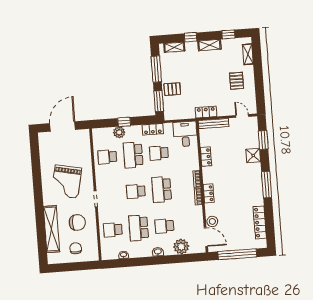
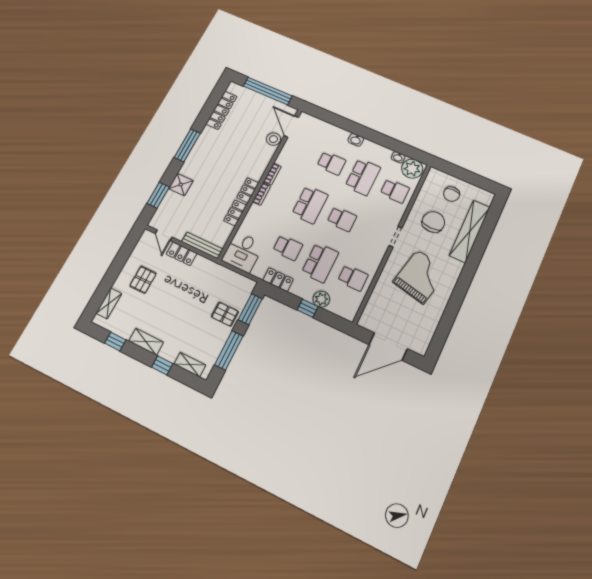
locker: (206, 112) -> (182, 254), moved
locker: (209, 193) -> (248, 190), moved
chair: (77, 222) -> (433, 222), turned 90
plant: (181, 247) -> (412, 169), moved

